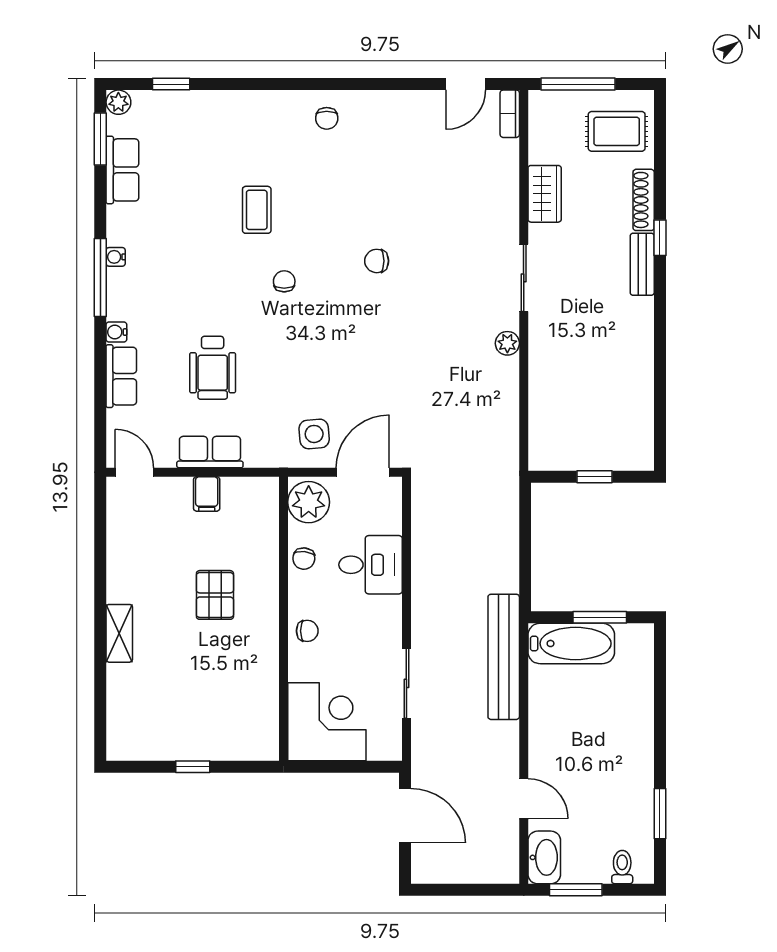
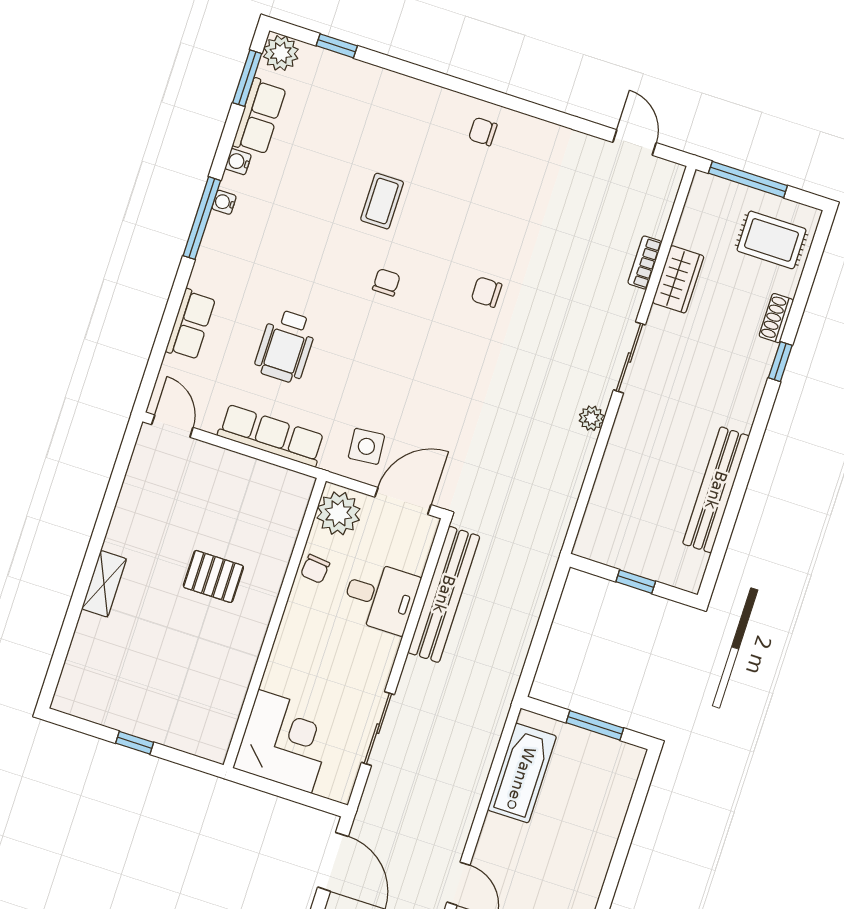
door: (466, 84) -> (634, 143), swing flipped
plant: (118, 102) -> (281, 53), width x1.38, depth x1.38
bookcase: (510, 114) -> (645, 263), moved
chair: (327, 118) -> (483, 132), turned 90
shoe rack: (644, 200) -> (776, 318), width x0.70
bench: (642, 264) -> (716, 490), moved, width x1.86, depth x1.21
water cooler: (116, 332) -> (238, 162), moved
row of seats: (210, 452) -> (271, 436), width x1.48
filing cabinet: (207, 494) -> (238, 472), removed
pallet: (215, 595) -> (213, 576), turned 90
chair: (307, 631) -> (295, 643), removed
bathtub: (571, 643) -> (522, 773), moved, turned -90
bench: (504, 657) -> (444, 594), moved

